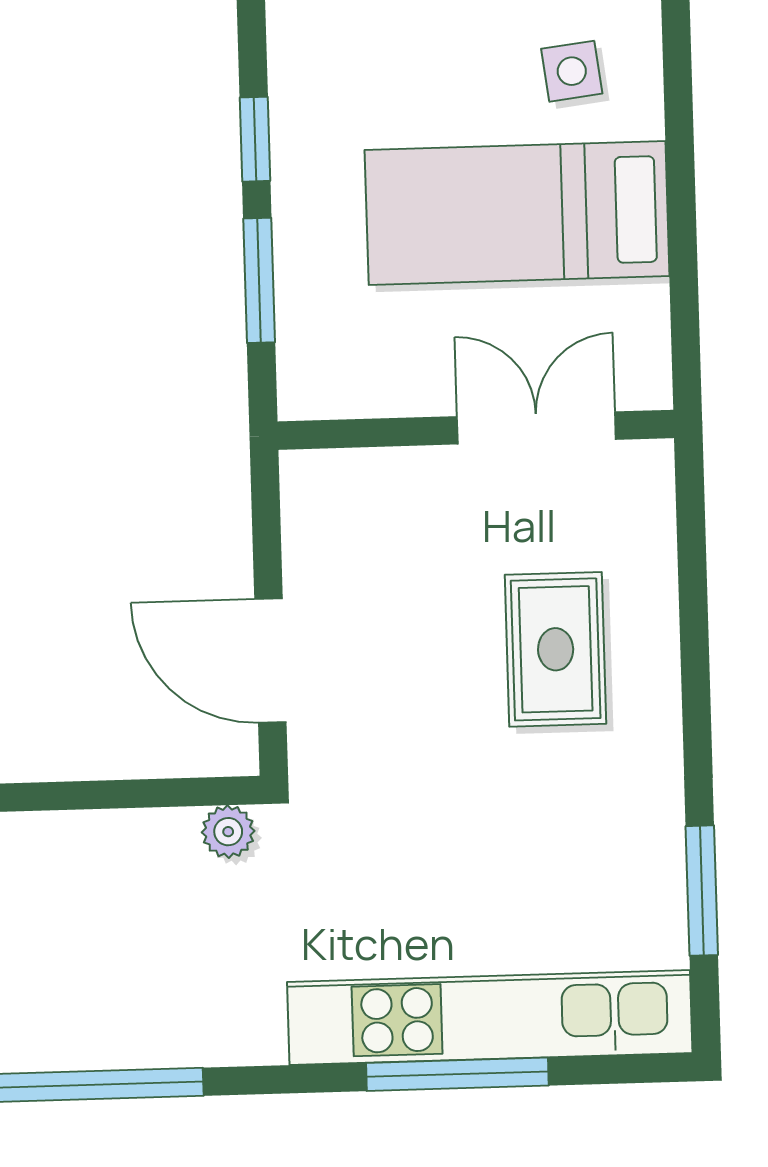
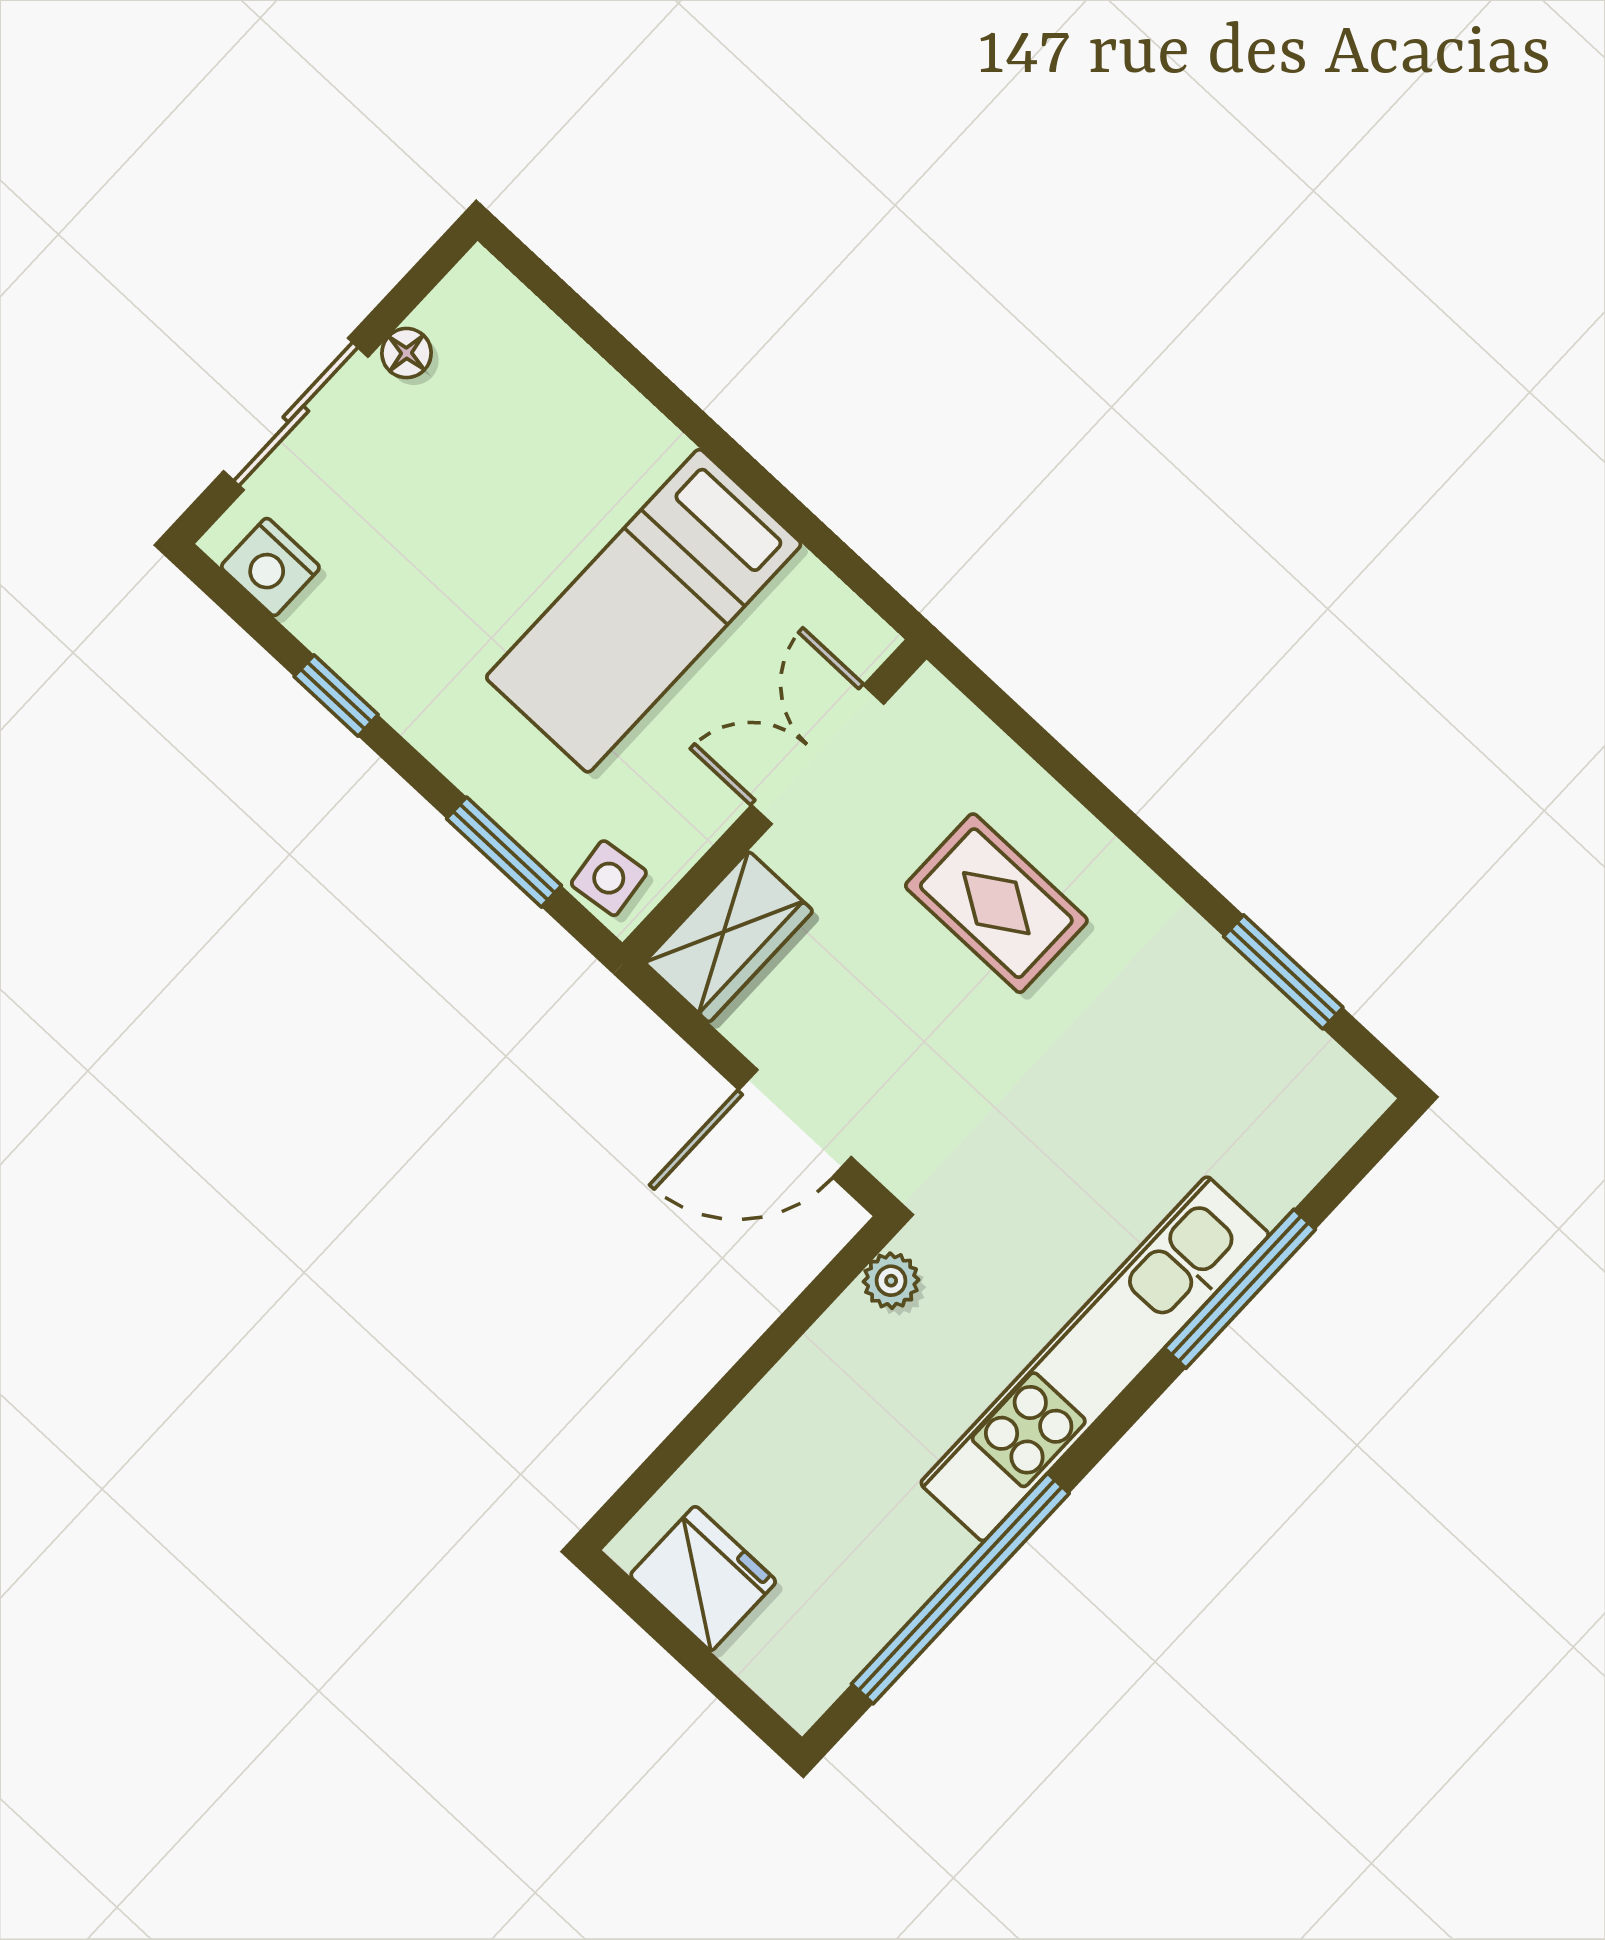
side table: (572, 71) -> (609, 878), moved
window: (255, 139) -> (336, 696), moved
wardrobe: (353, 490) -> (729, 937), added
kitchen unit: (490, 1017) -> (1095, 1359), moved

